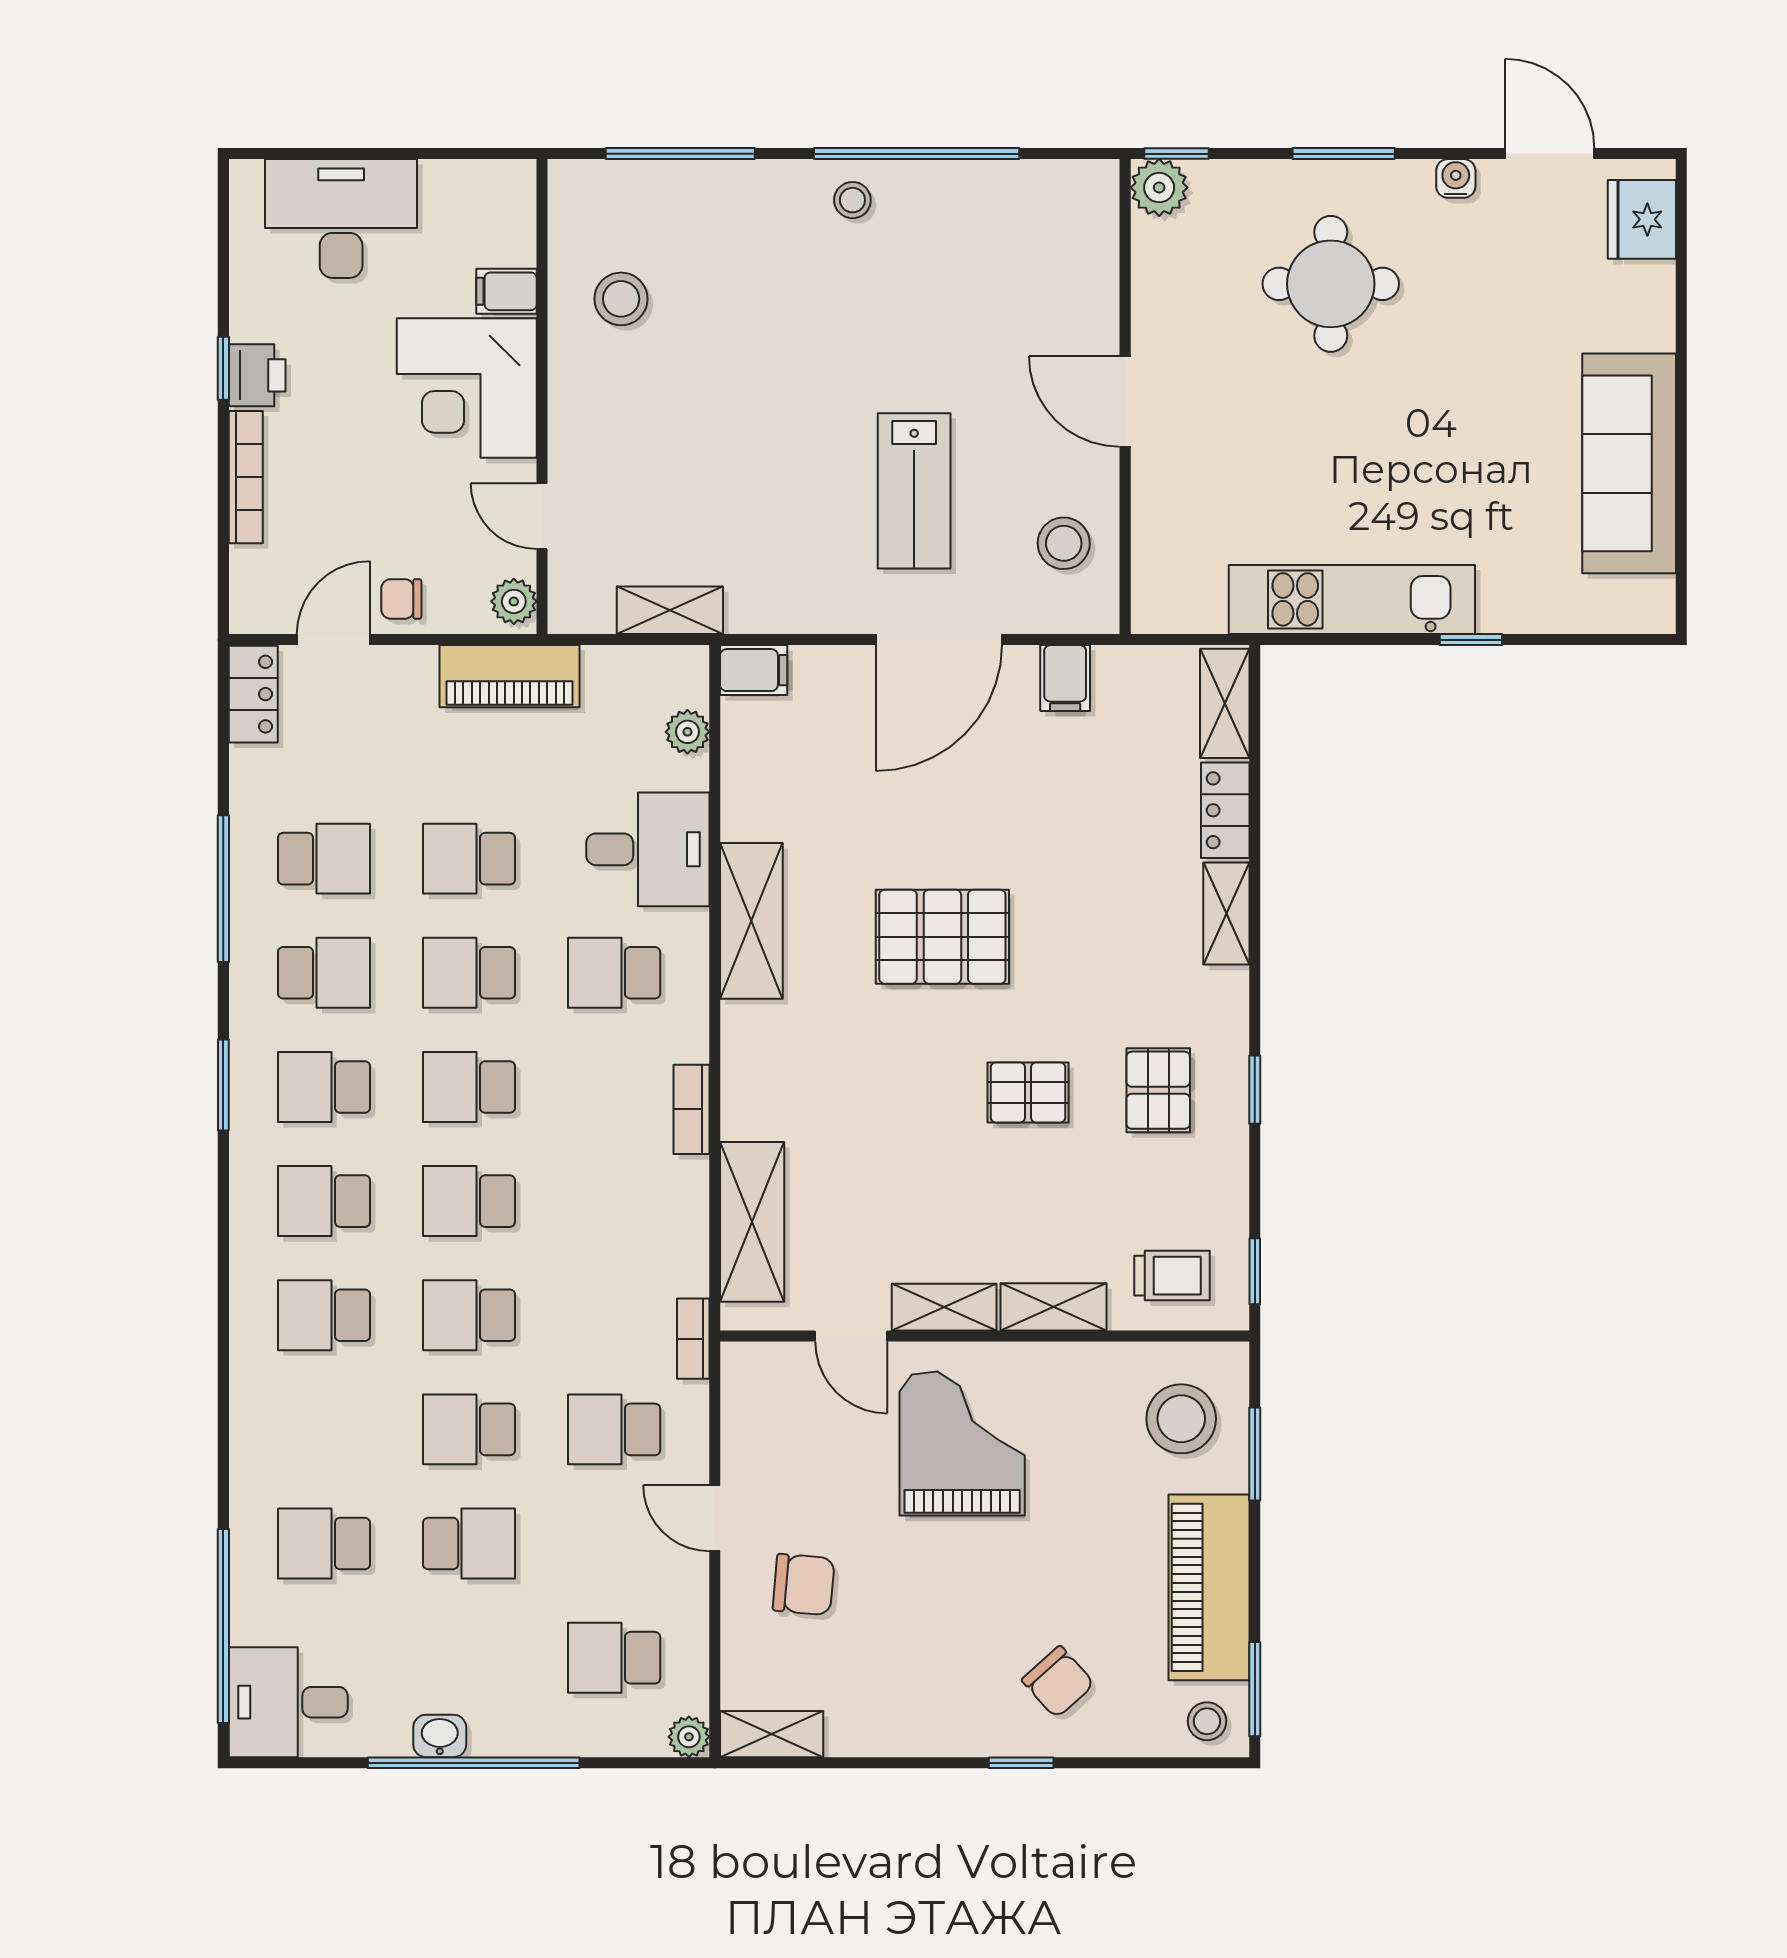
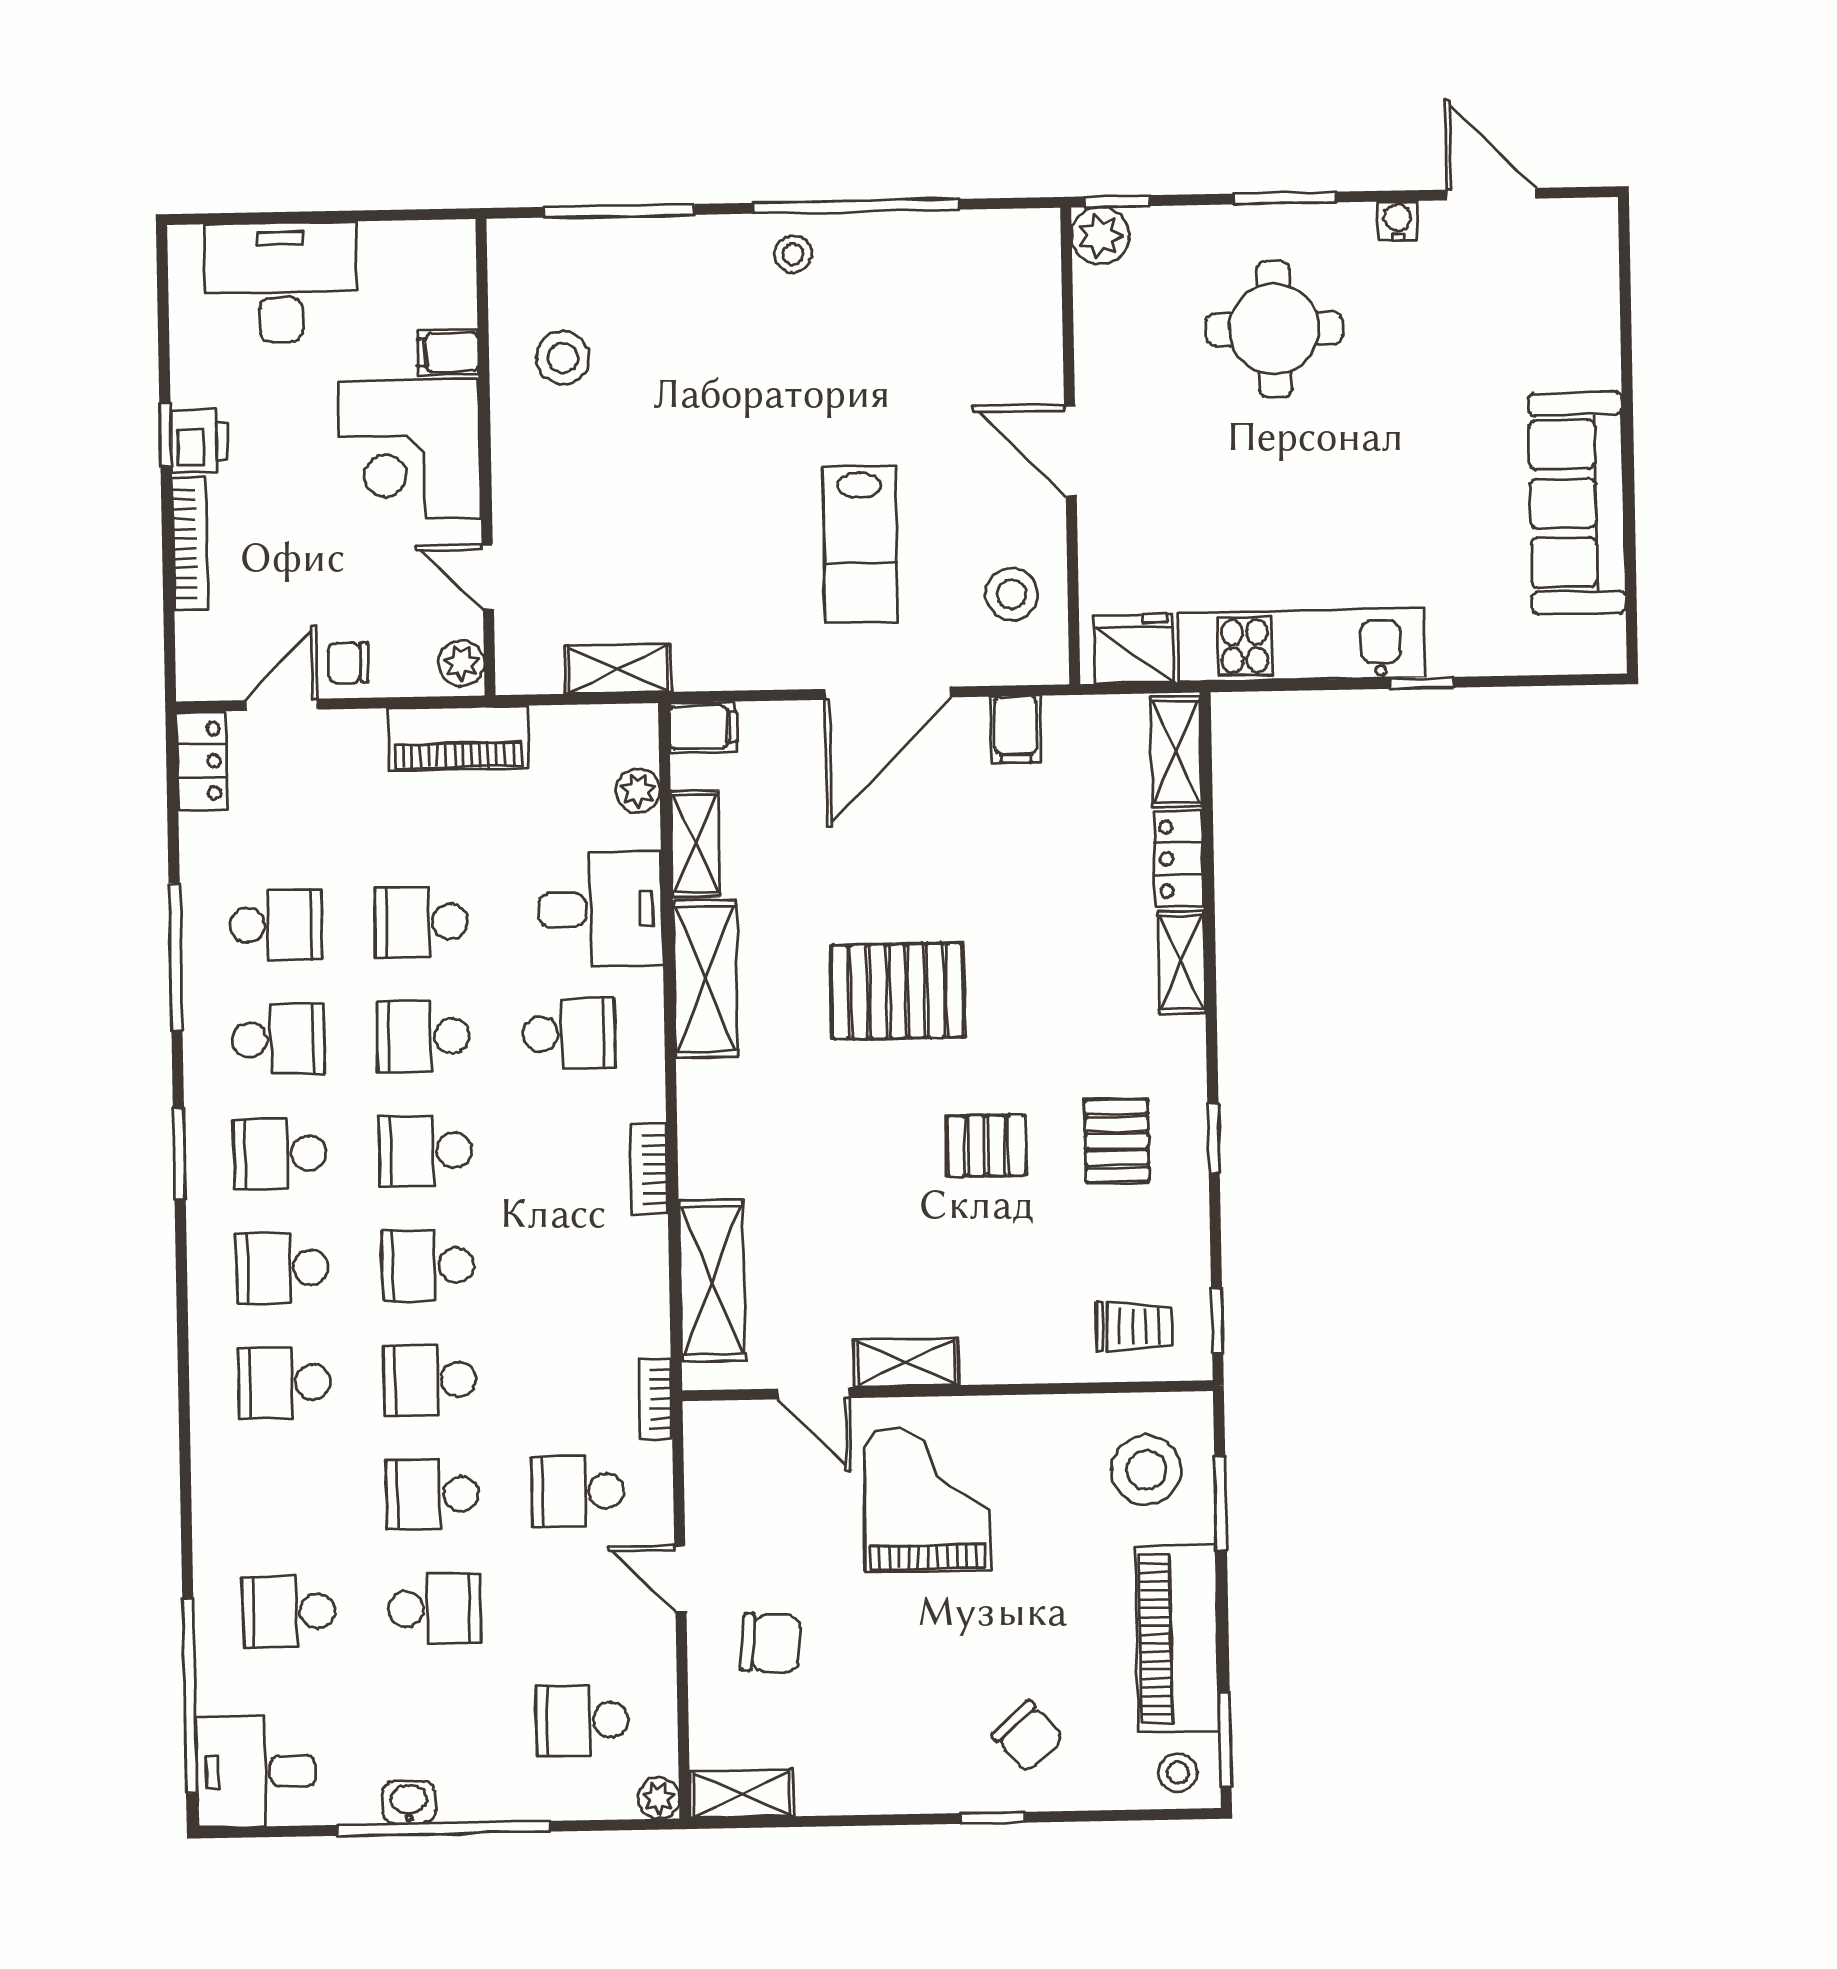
fridge: (1642, 219) -> (1134, 649), moved, turned 90
school desk: (614, 973) -> (569, 1034), turned 180
shelving: (1053, 1307) -> (695, 844), moved, turned 90

